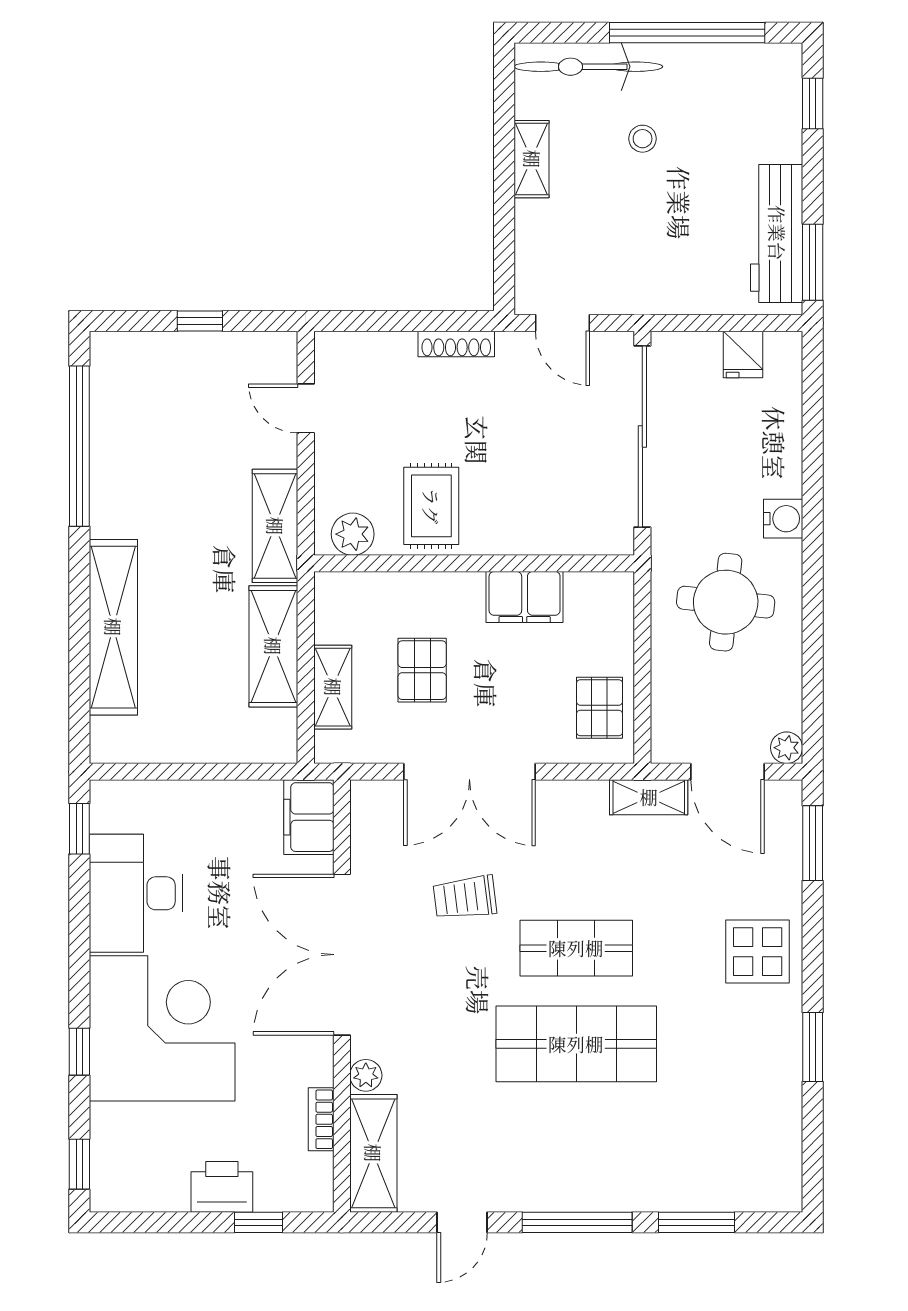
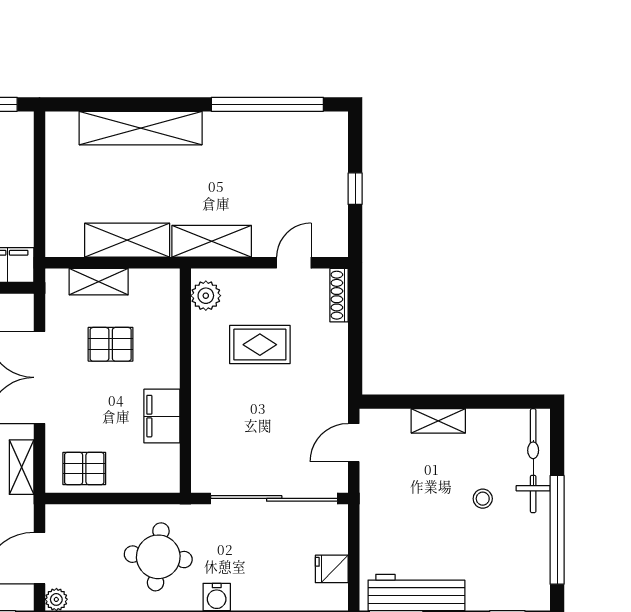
shelving: (532, 159) -> (438, 421), moved
shoe rack: (456, 344) -> (339, 295), moved
rug: (431, 506) -> (260, 345), moved
shelving: (649, 797) -> (22, 467), moved

